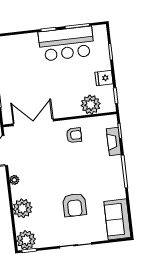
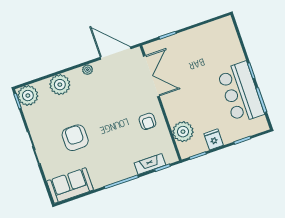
armchair: (74, 205) -> (75, 138), turned 90

